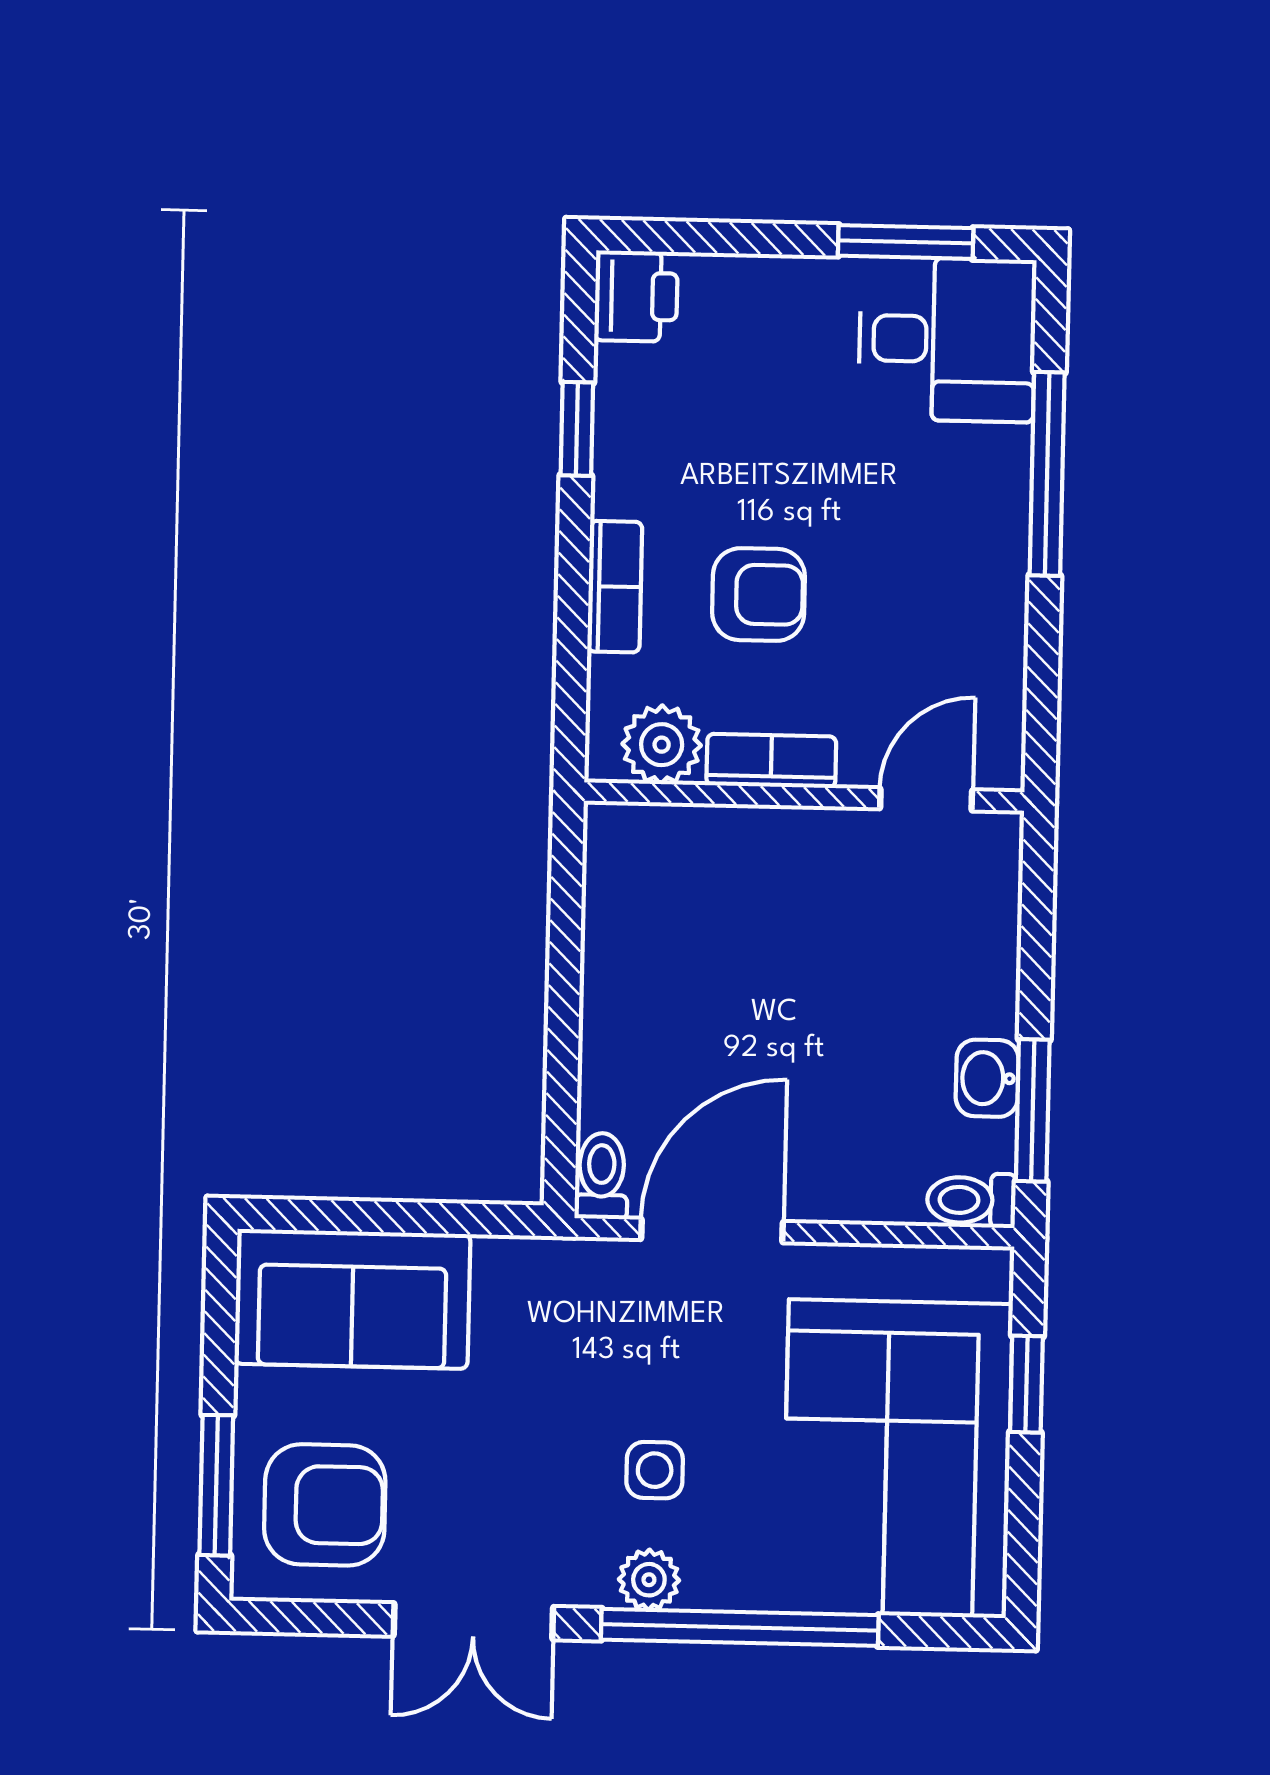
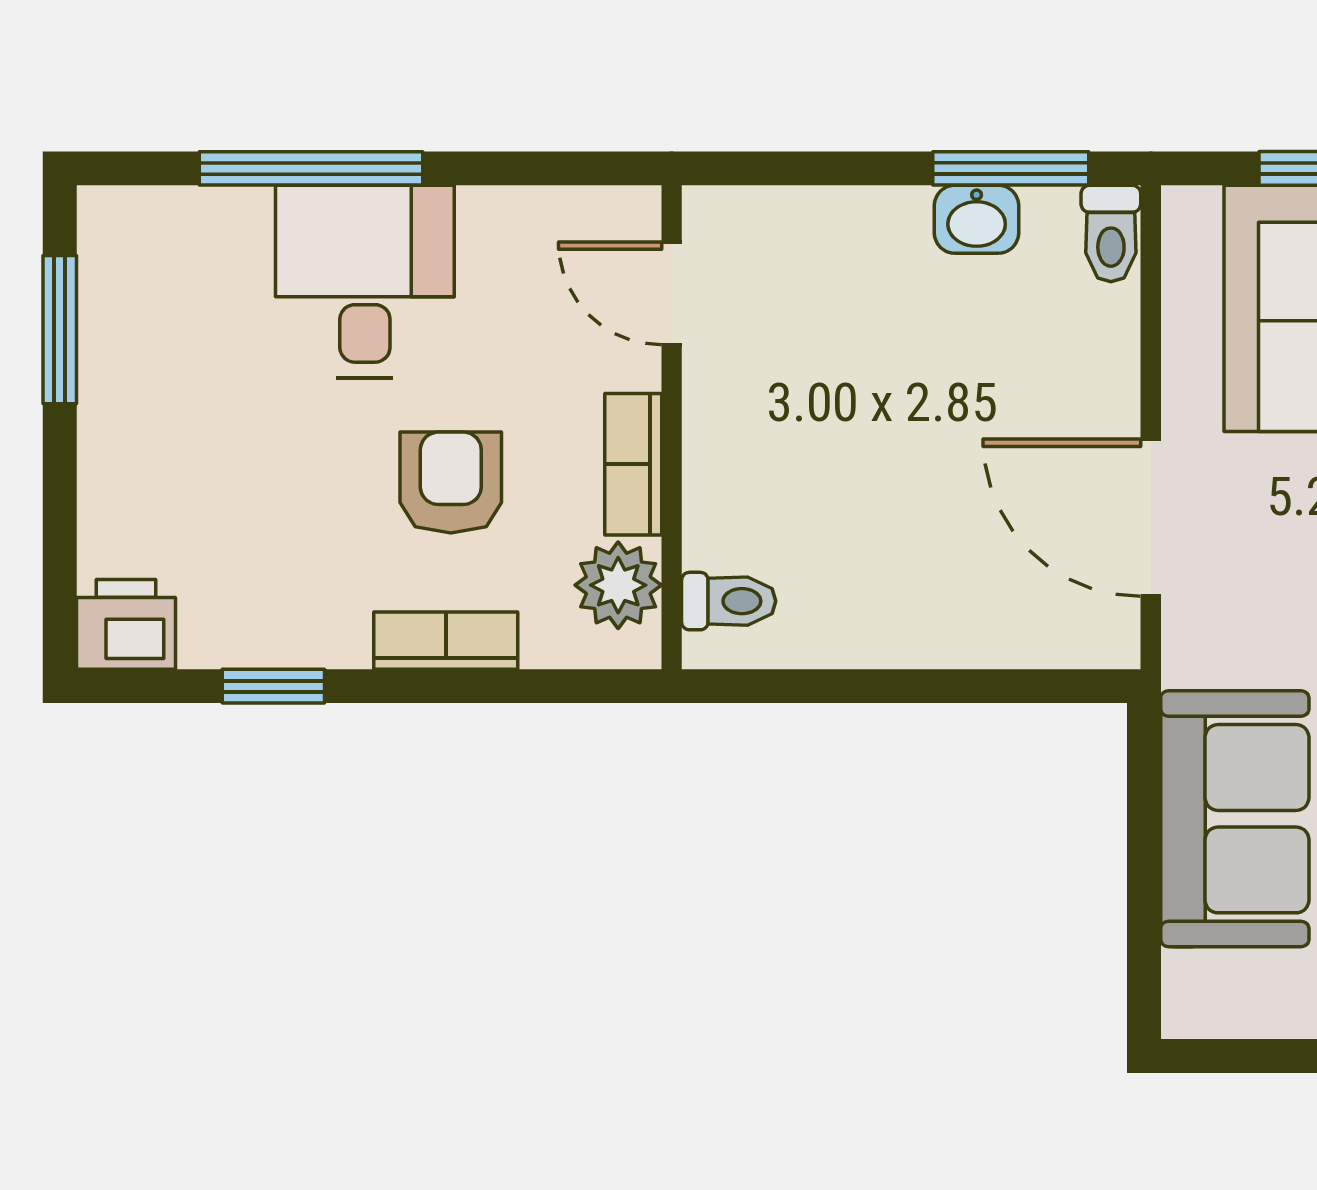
desk: (947, 339) -> (365, 281), moved
toilet: (602, 1176) -> (729, 601), moved, turned 180
sofa: (352, 1299) -> (1235, 819), moved

